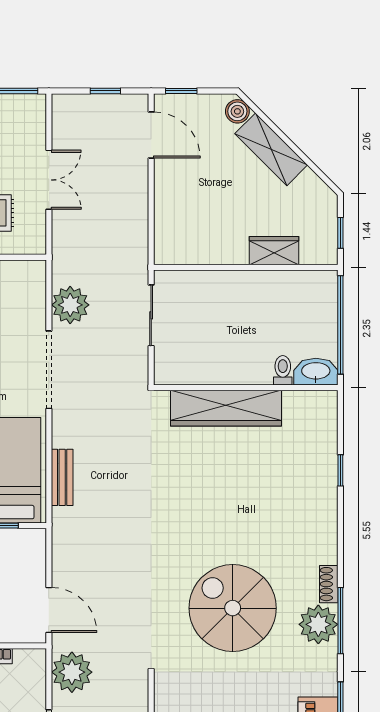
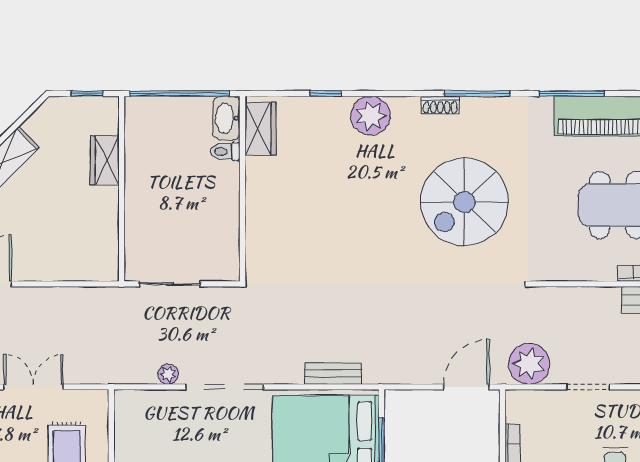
plant: (70, 305) -> (168, 374), width x0.53, depth x0.53
wardrobe: (226, 408) -> (261, 129), moved, width x0.48, depth x0.85
plant: (318, 624) -> (371, 116), moved

